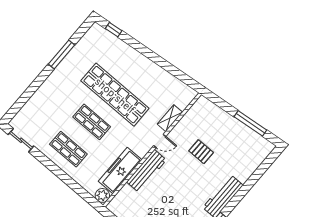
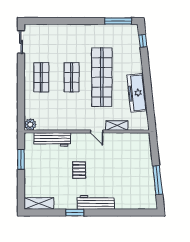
window: (61, 55) -> (118, 21), moved
pallet: (201, 152) -> (79, 170), moved
freezer: (120, 170) -> (137, 93), moved, turned -96
workbench: (146, 171) -> (52, 139), moved

